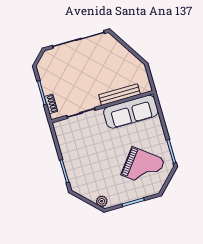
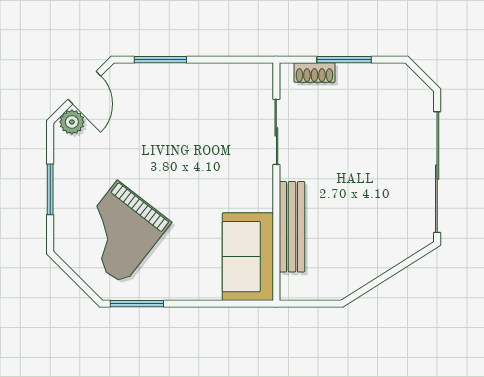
sofa: (131, 112) -> (248, 257), width x0.73
door: (86, 200) -> (84, 88), added

